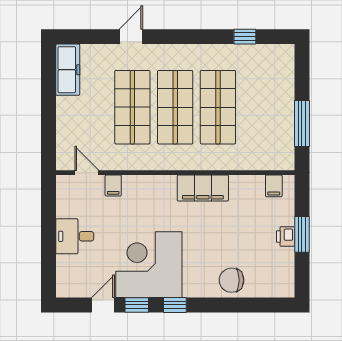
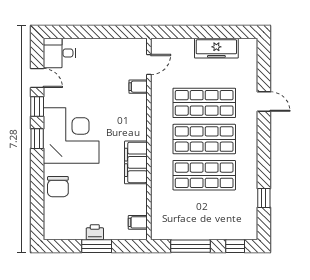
freezer: (68, 70) -> (216, 48), moved
window: (302, 71) -> (235, 246), added
desk: (75, 236) -> (59, 53), moved, turned -90
corner desk: (149, 265) -> (71, 135), moved
chair: (231, 280) -> (58, 187), turned 180

